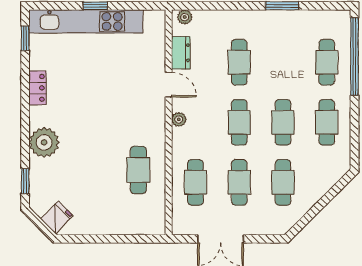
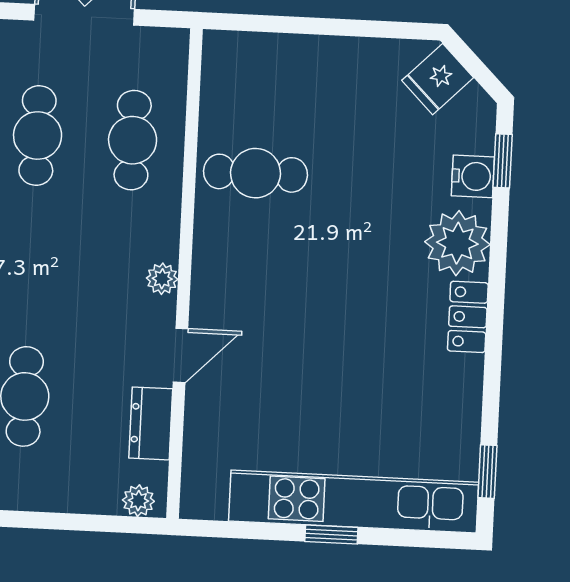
door: (169, 85) -> (181, 355), swing flipped
locker: (38, 88) -> (468, 317), moved
cafe table: (239, 122) -> (31, 266), removed
cafe table: (138, 170) -> (255, 173), turned 90
water cooler: (38, 173) -> (473, 176), added

